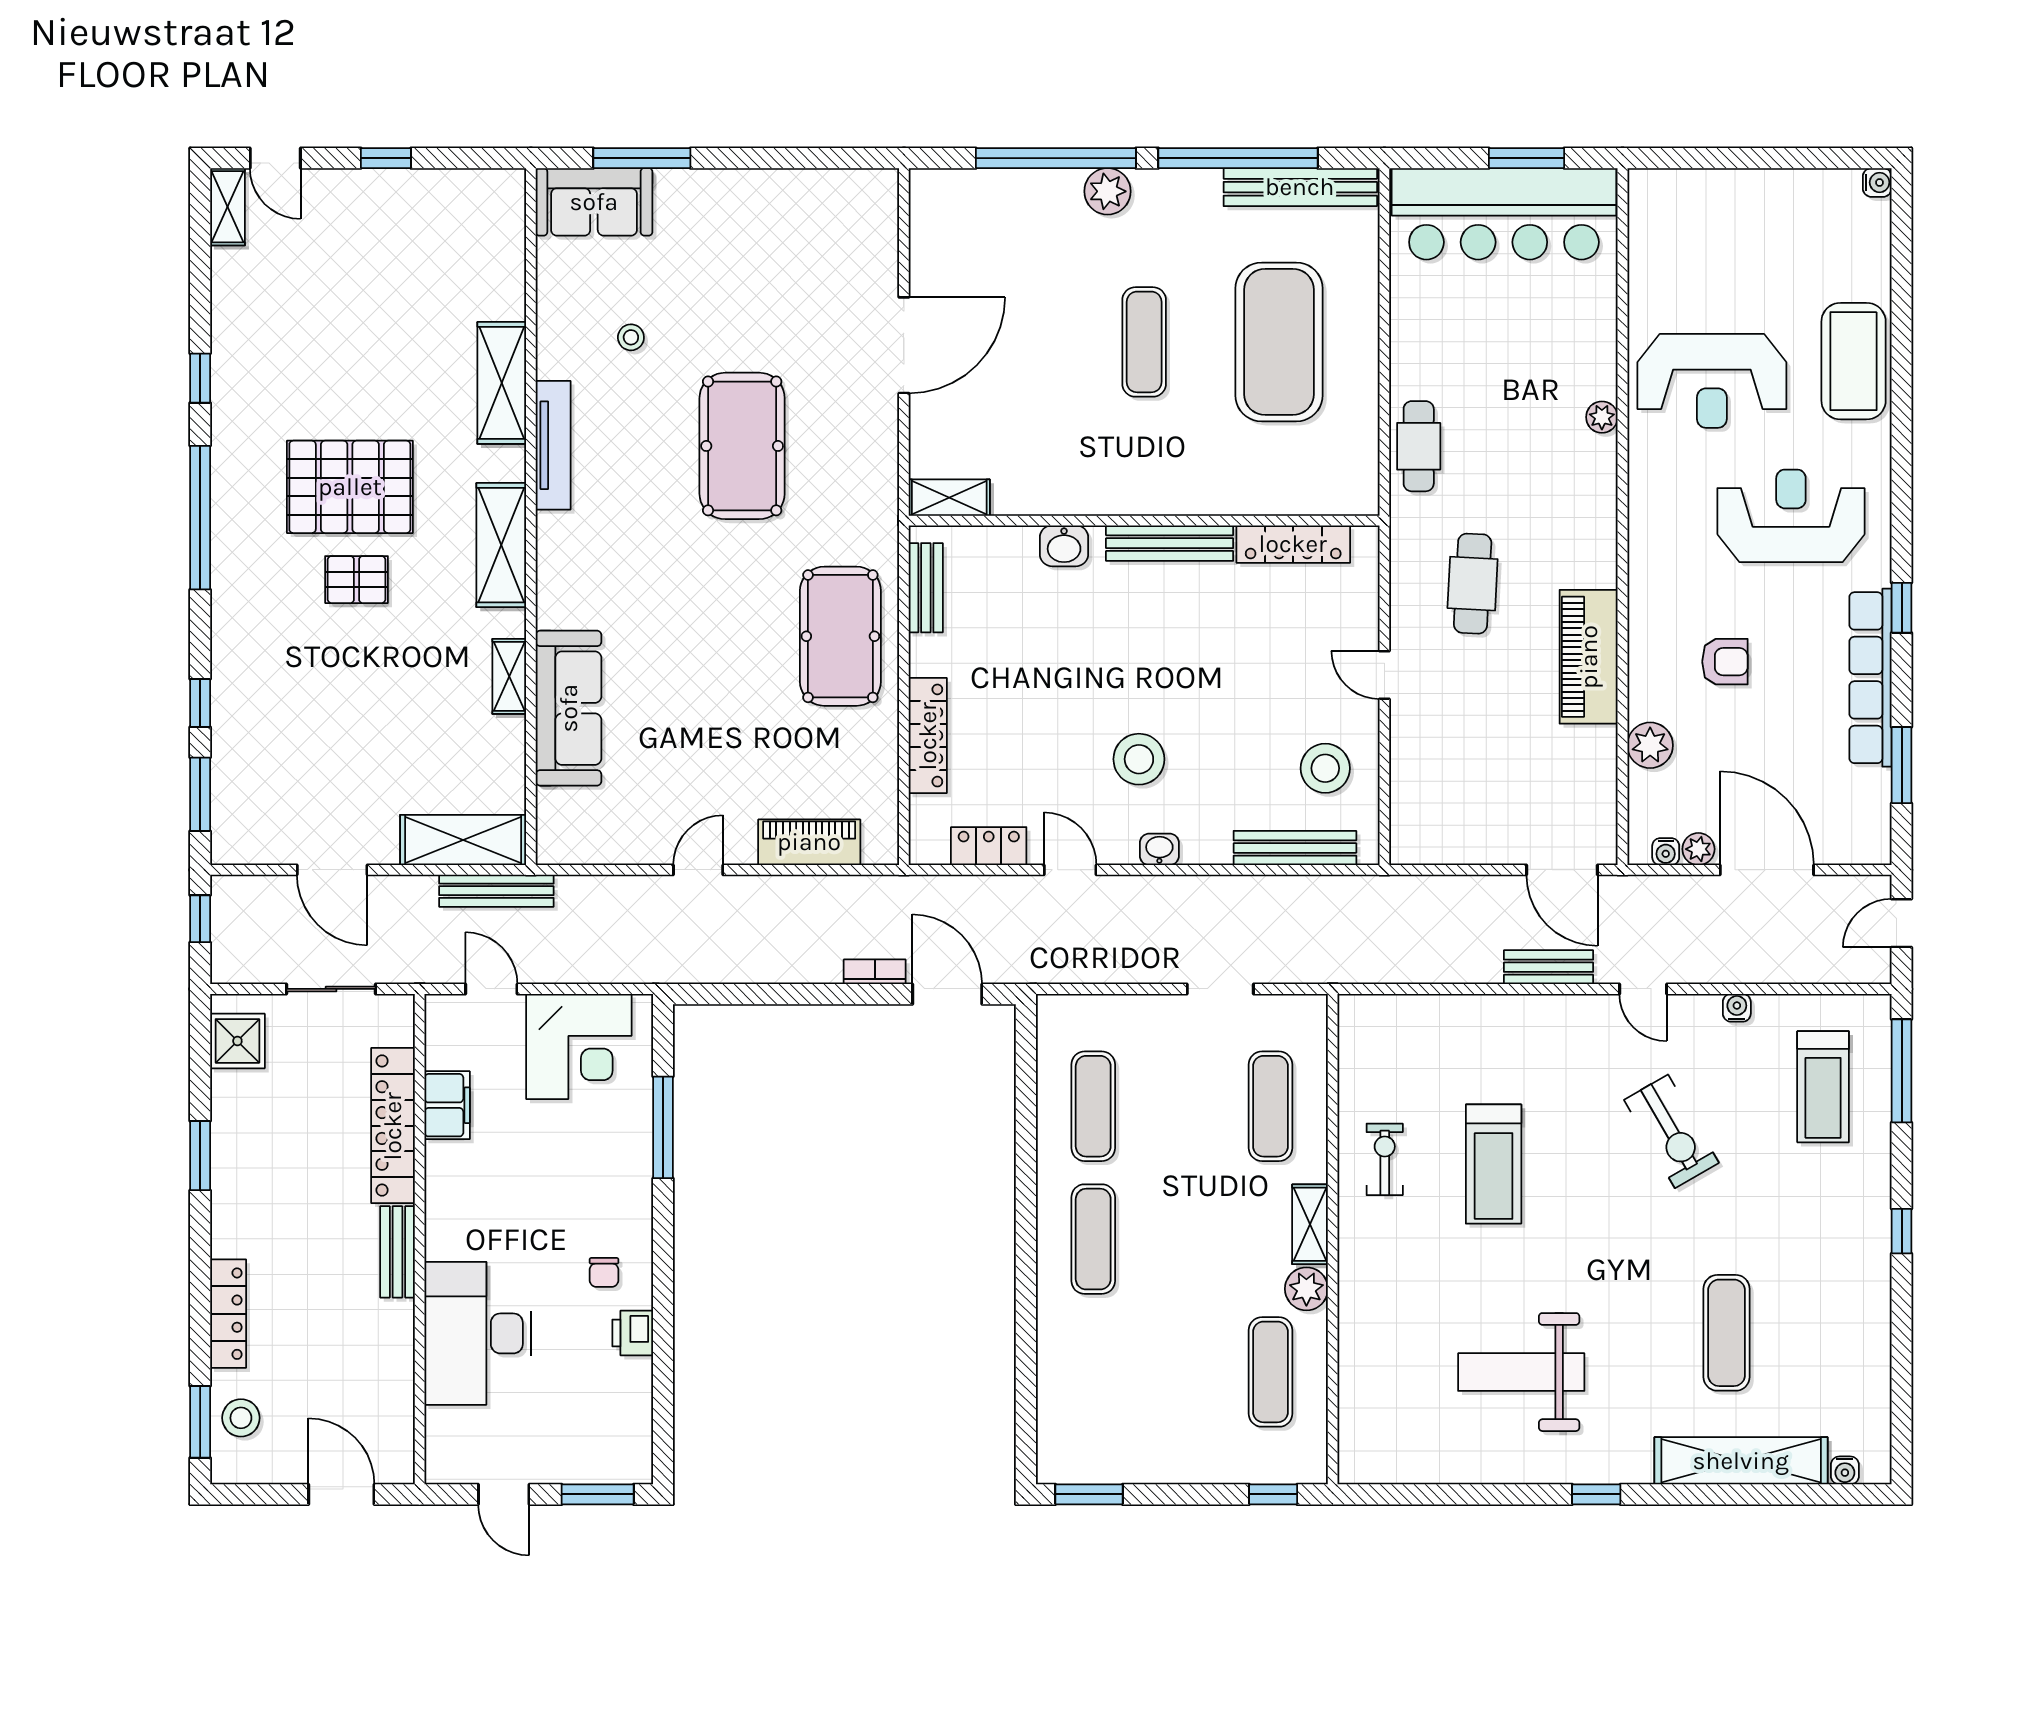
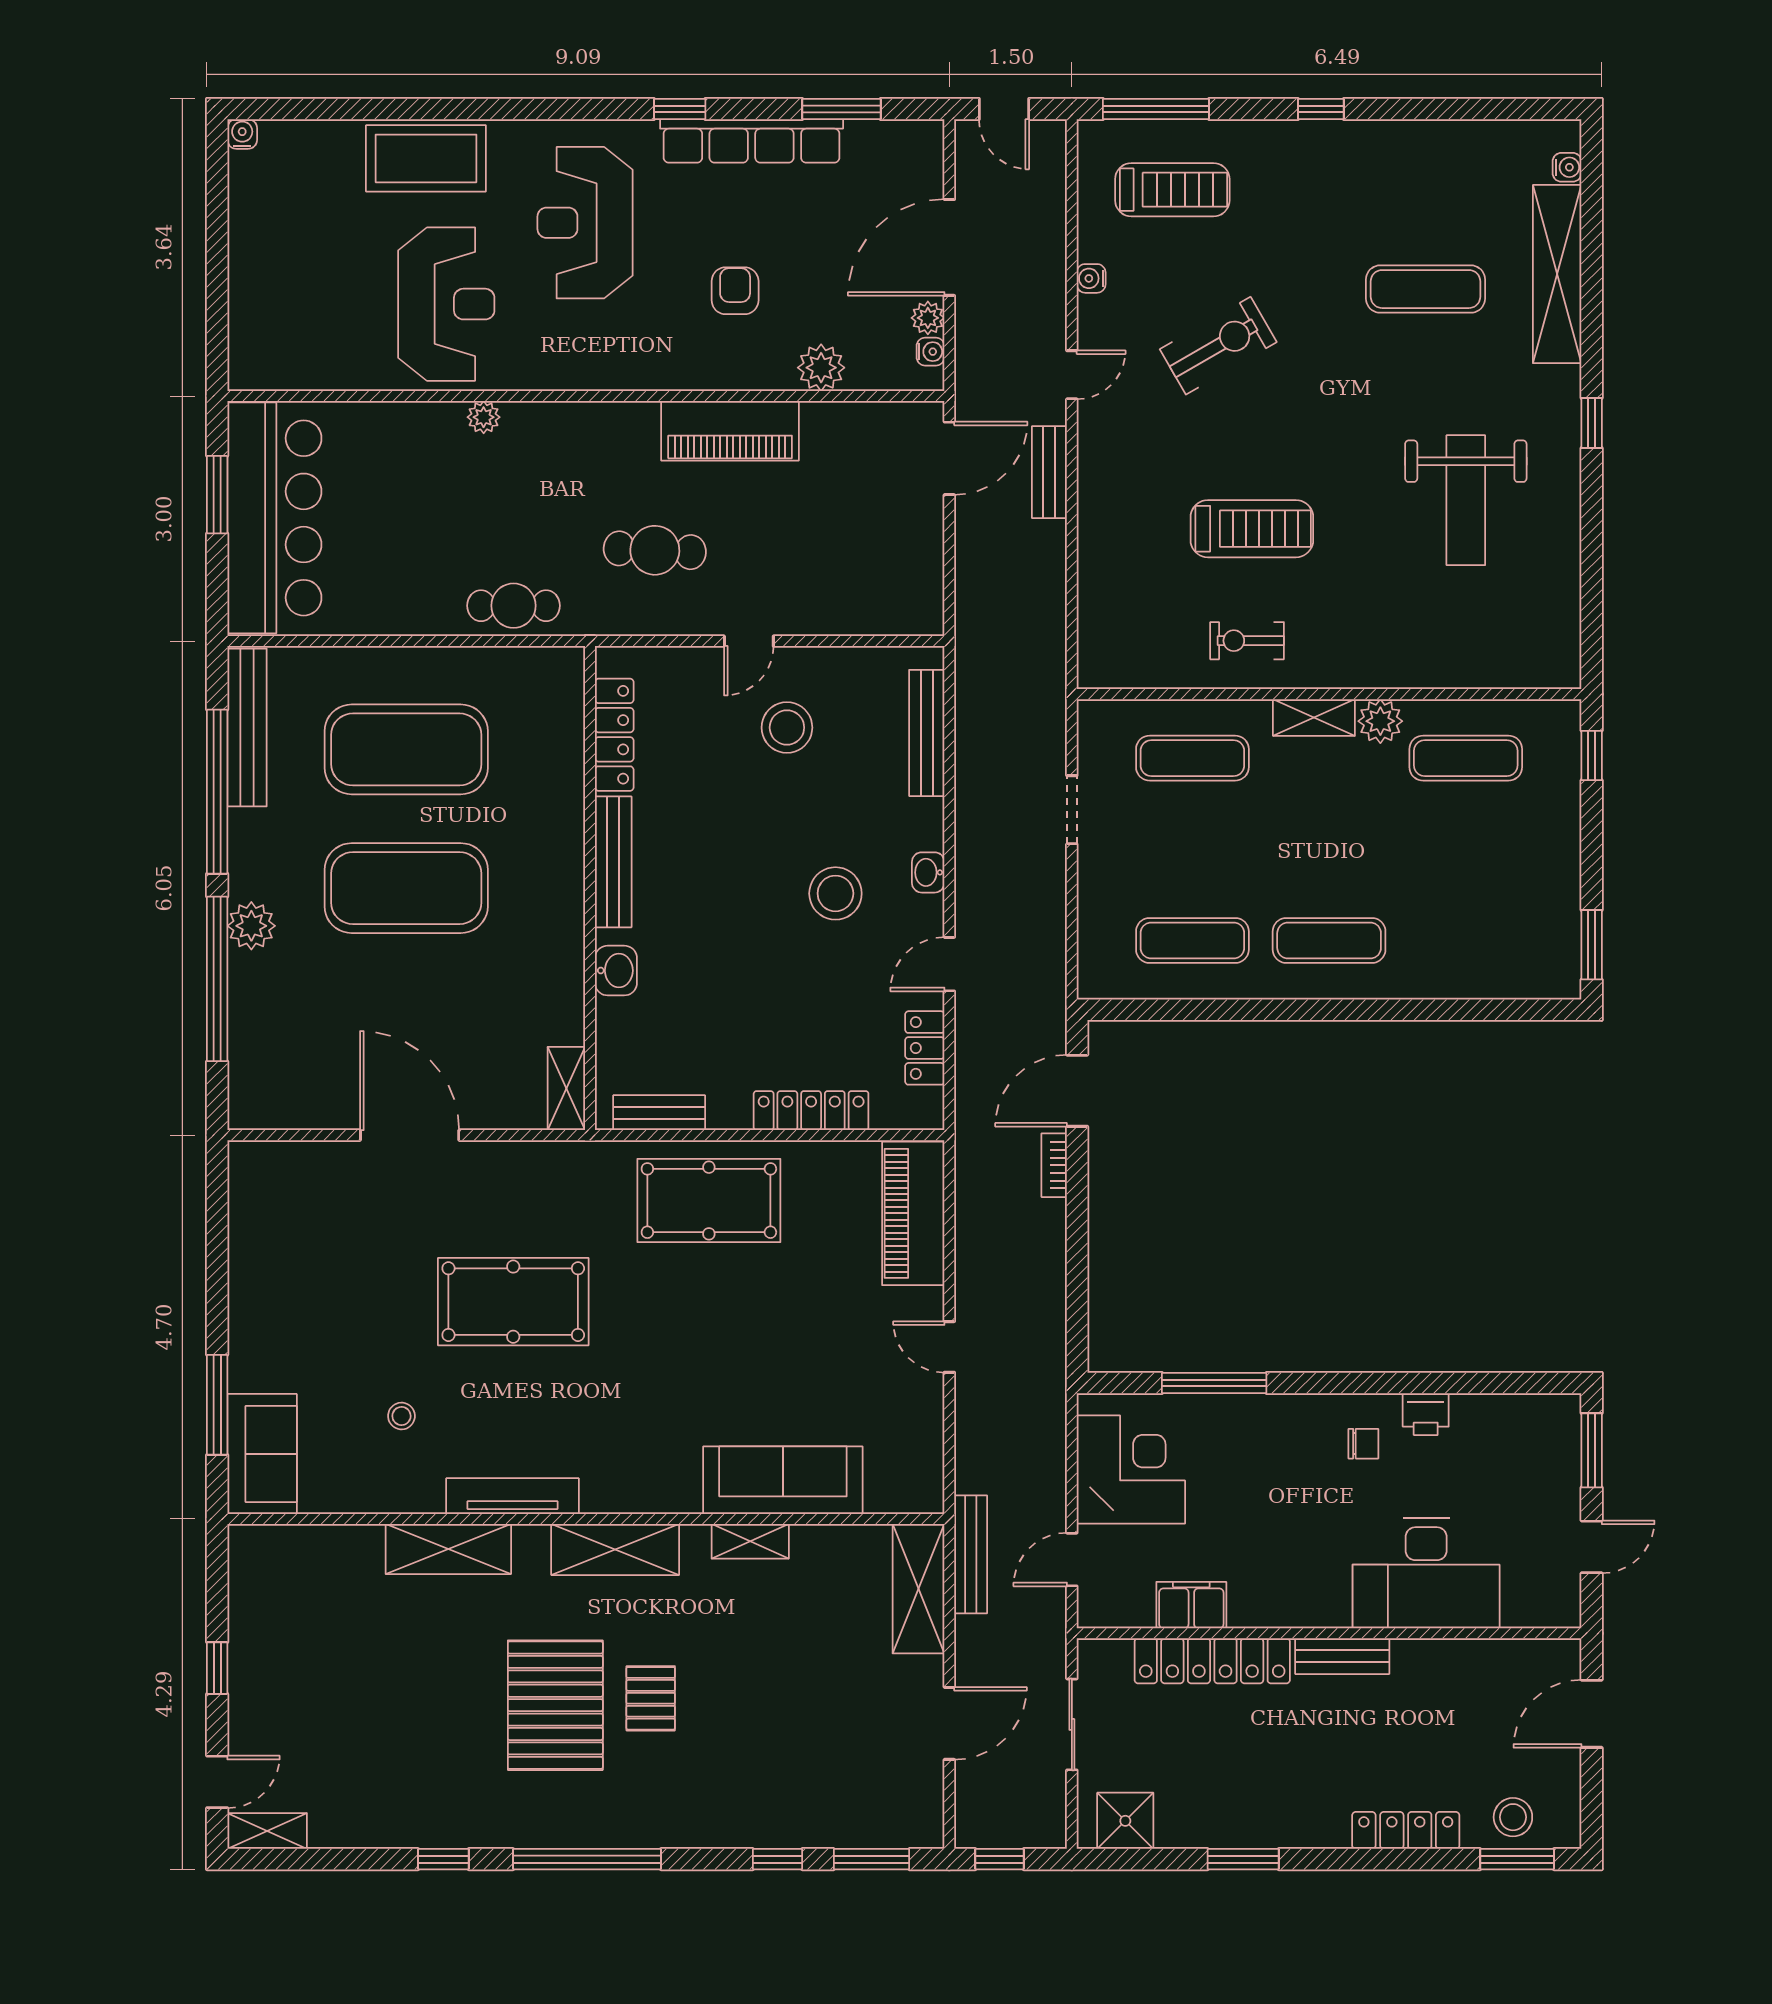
exercise mat: (1144, 342) -> (406, 888), width x2.00, depth x1.45
stool: (1325, 768) -> (787, 728), moved
piano: (809, 842) -> (913, 1213), width x1.37, depth x1.33

